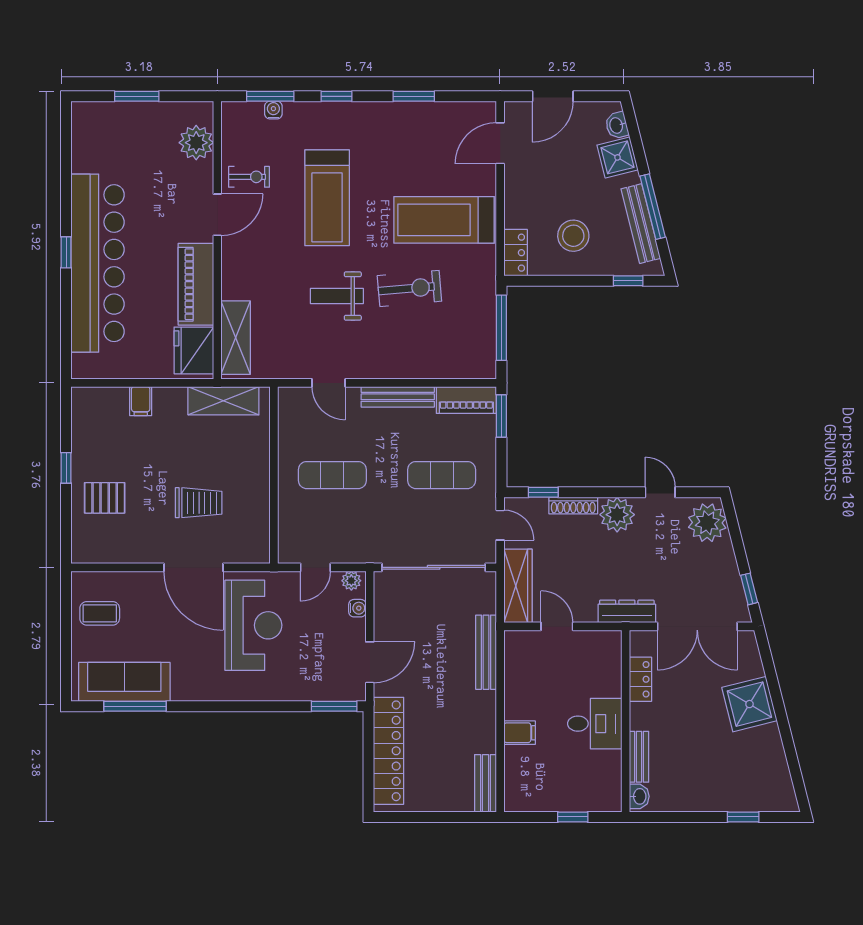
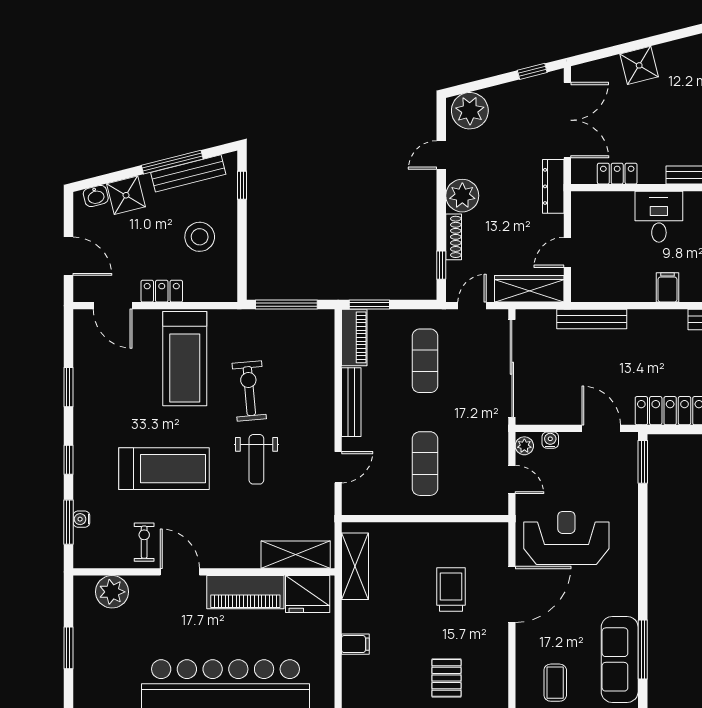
locker: (516, 253) -> (162, 291), moved
shower: (749, 704) -> (639, 65), width x0.73, depth x0.73

